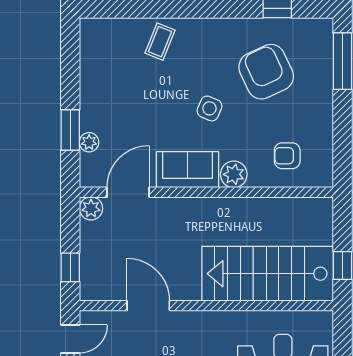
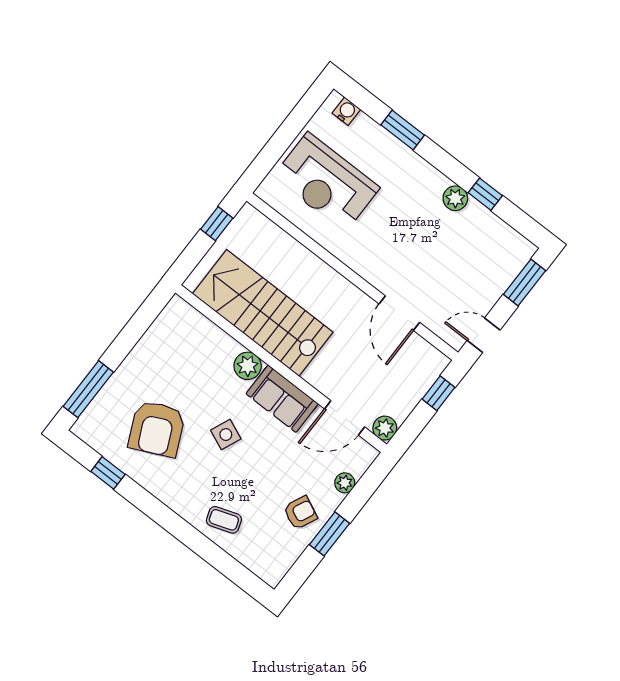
coffee table: (160, 42) -> (224, 520), turned 49
window: (70, 130) -> (329, 534), moved
armchair: (287, 156) -> (300, 513), moved, turned -65
stairs: (268, 274) -> (263, 313), moved, turned 180

